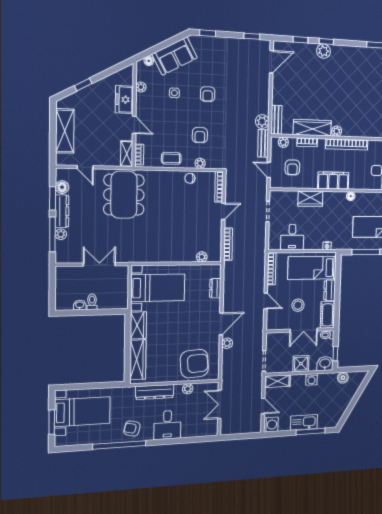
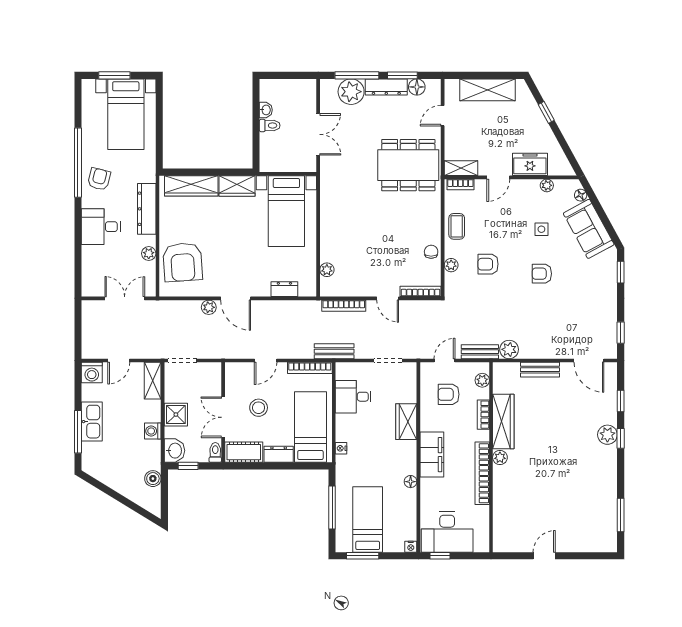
bench: (276, 120) -> (540, 370), moved
plant: (61, 234) -> (351, 92), width x1.88, depth x1.88
bench: (260, 251) -> (334, 351), added

